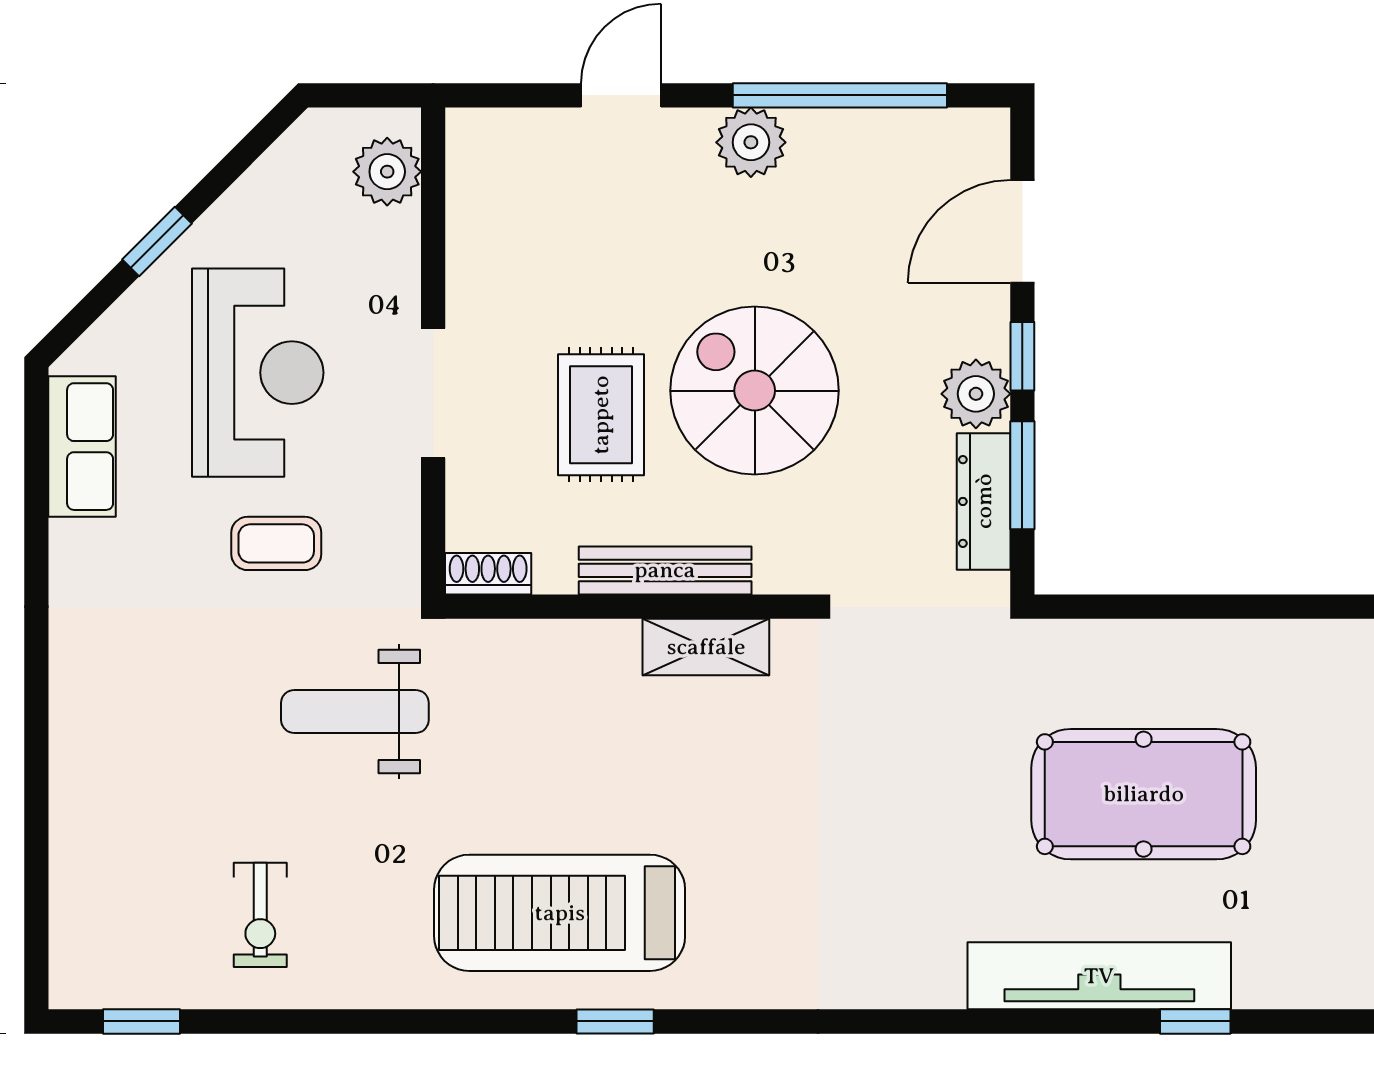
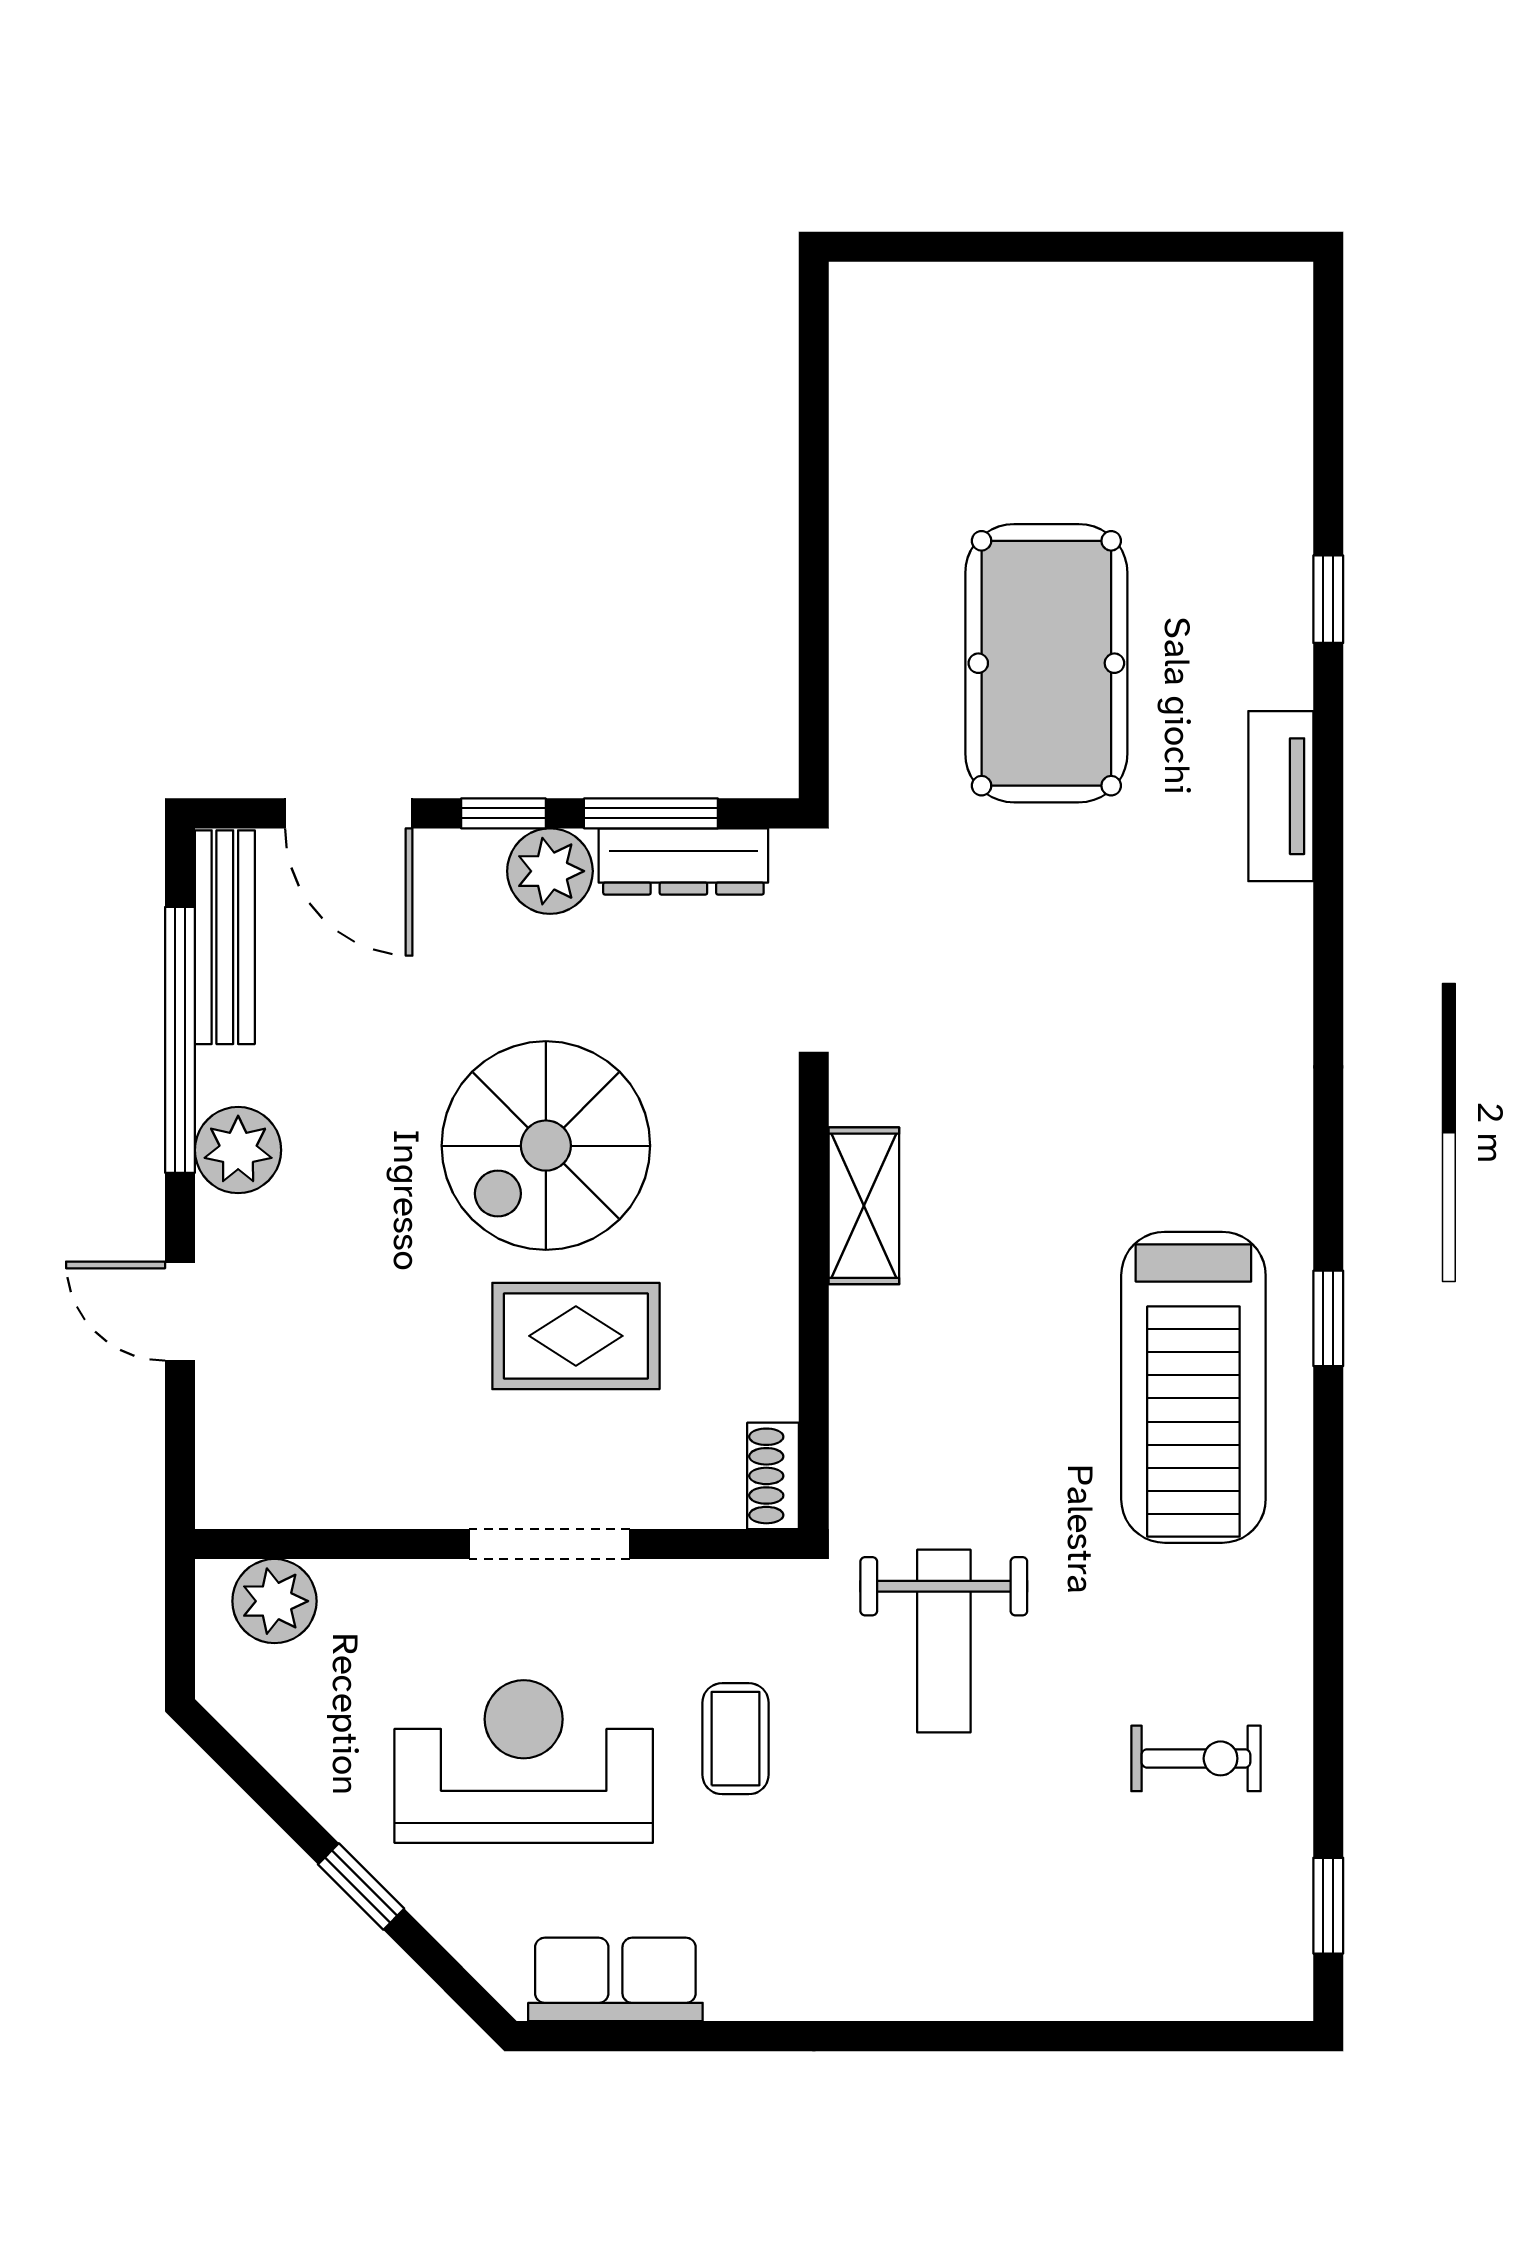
bench: (665, 570) -> (225, 937), moved
tv unit: (1099, 976) -> (1281, 796), width x0.52, depth x0.78

